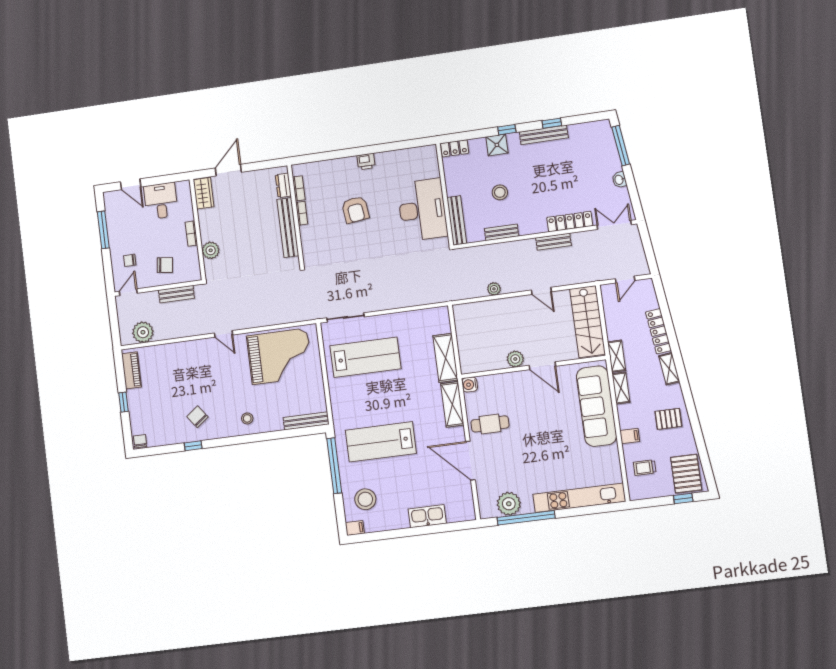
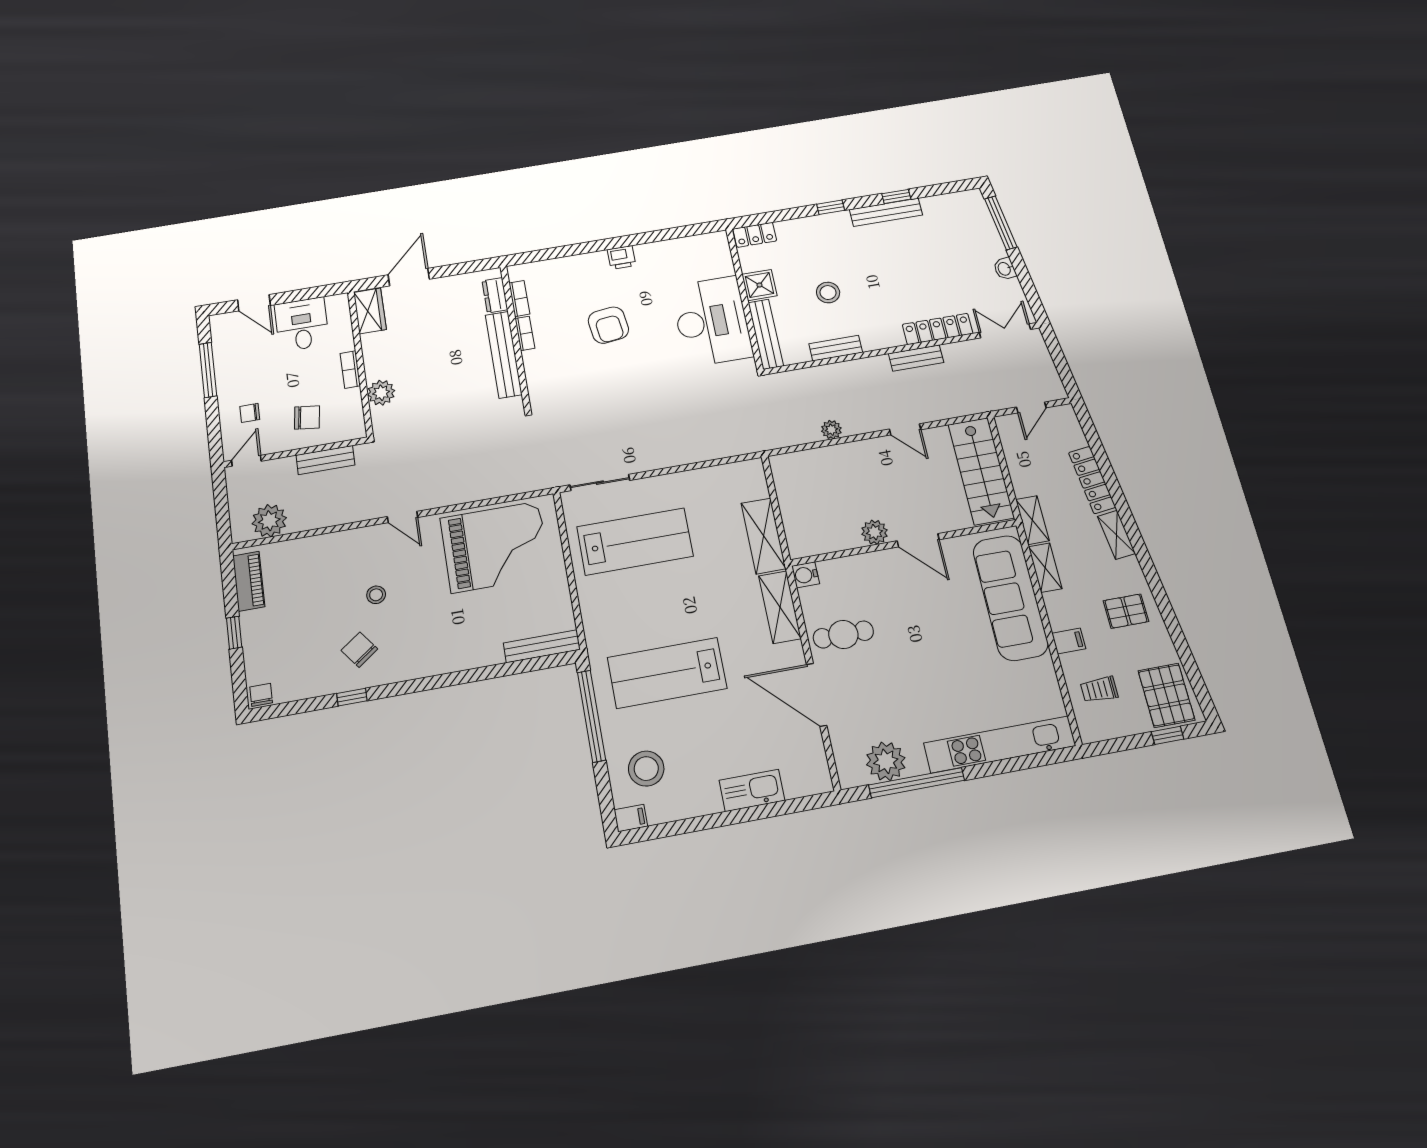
shower: (497, 145) -> (759, 285), moved
stool: (247, 418) -> (376, 595), moved

